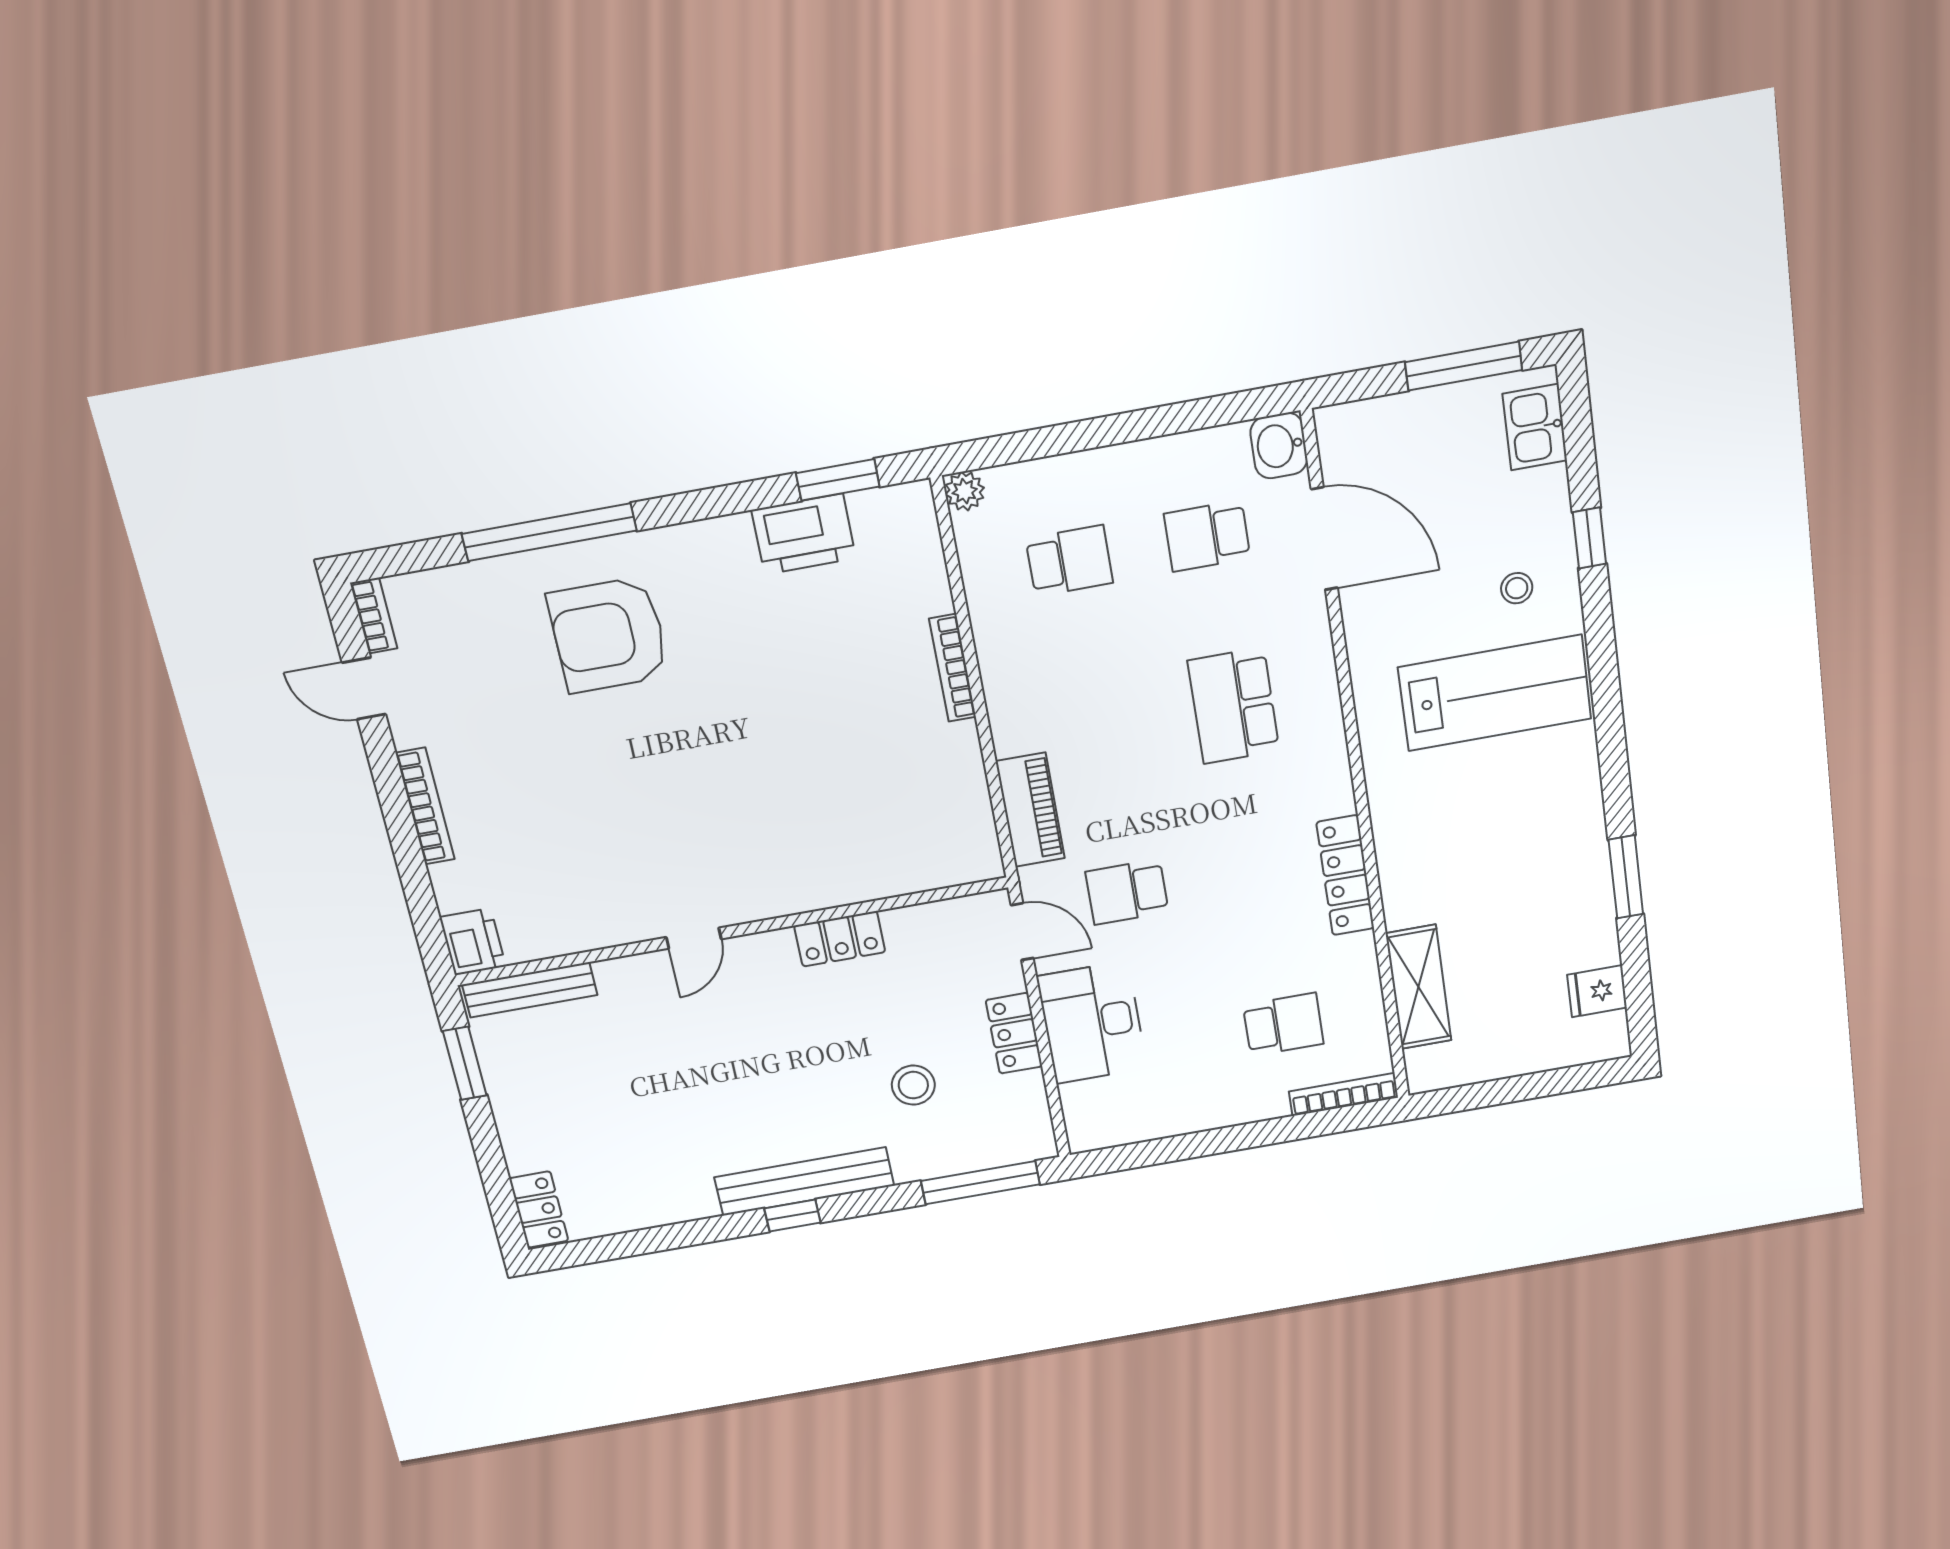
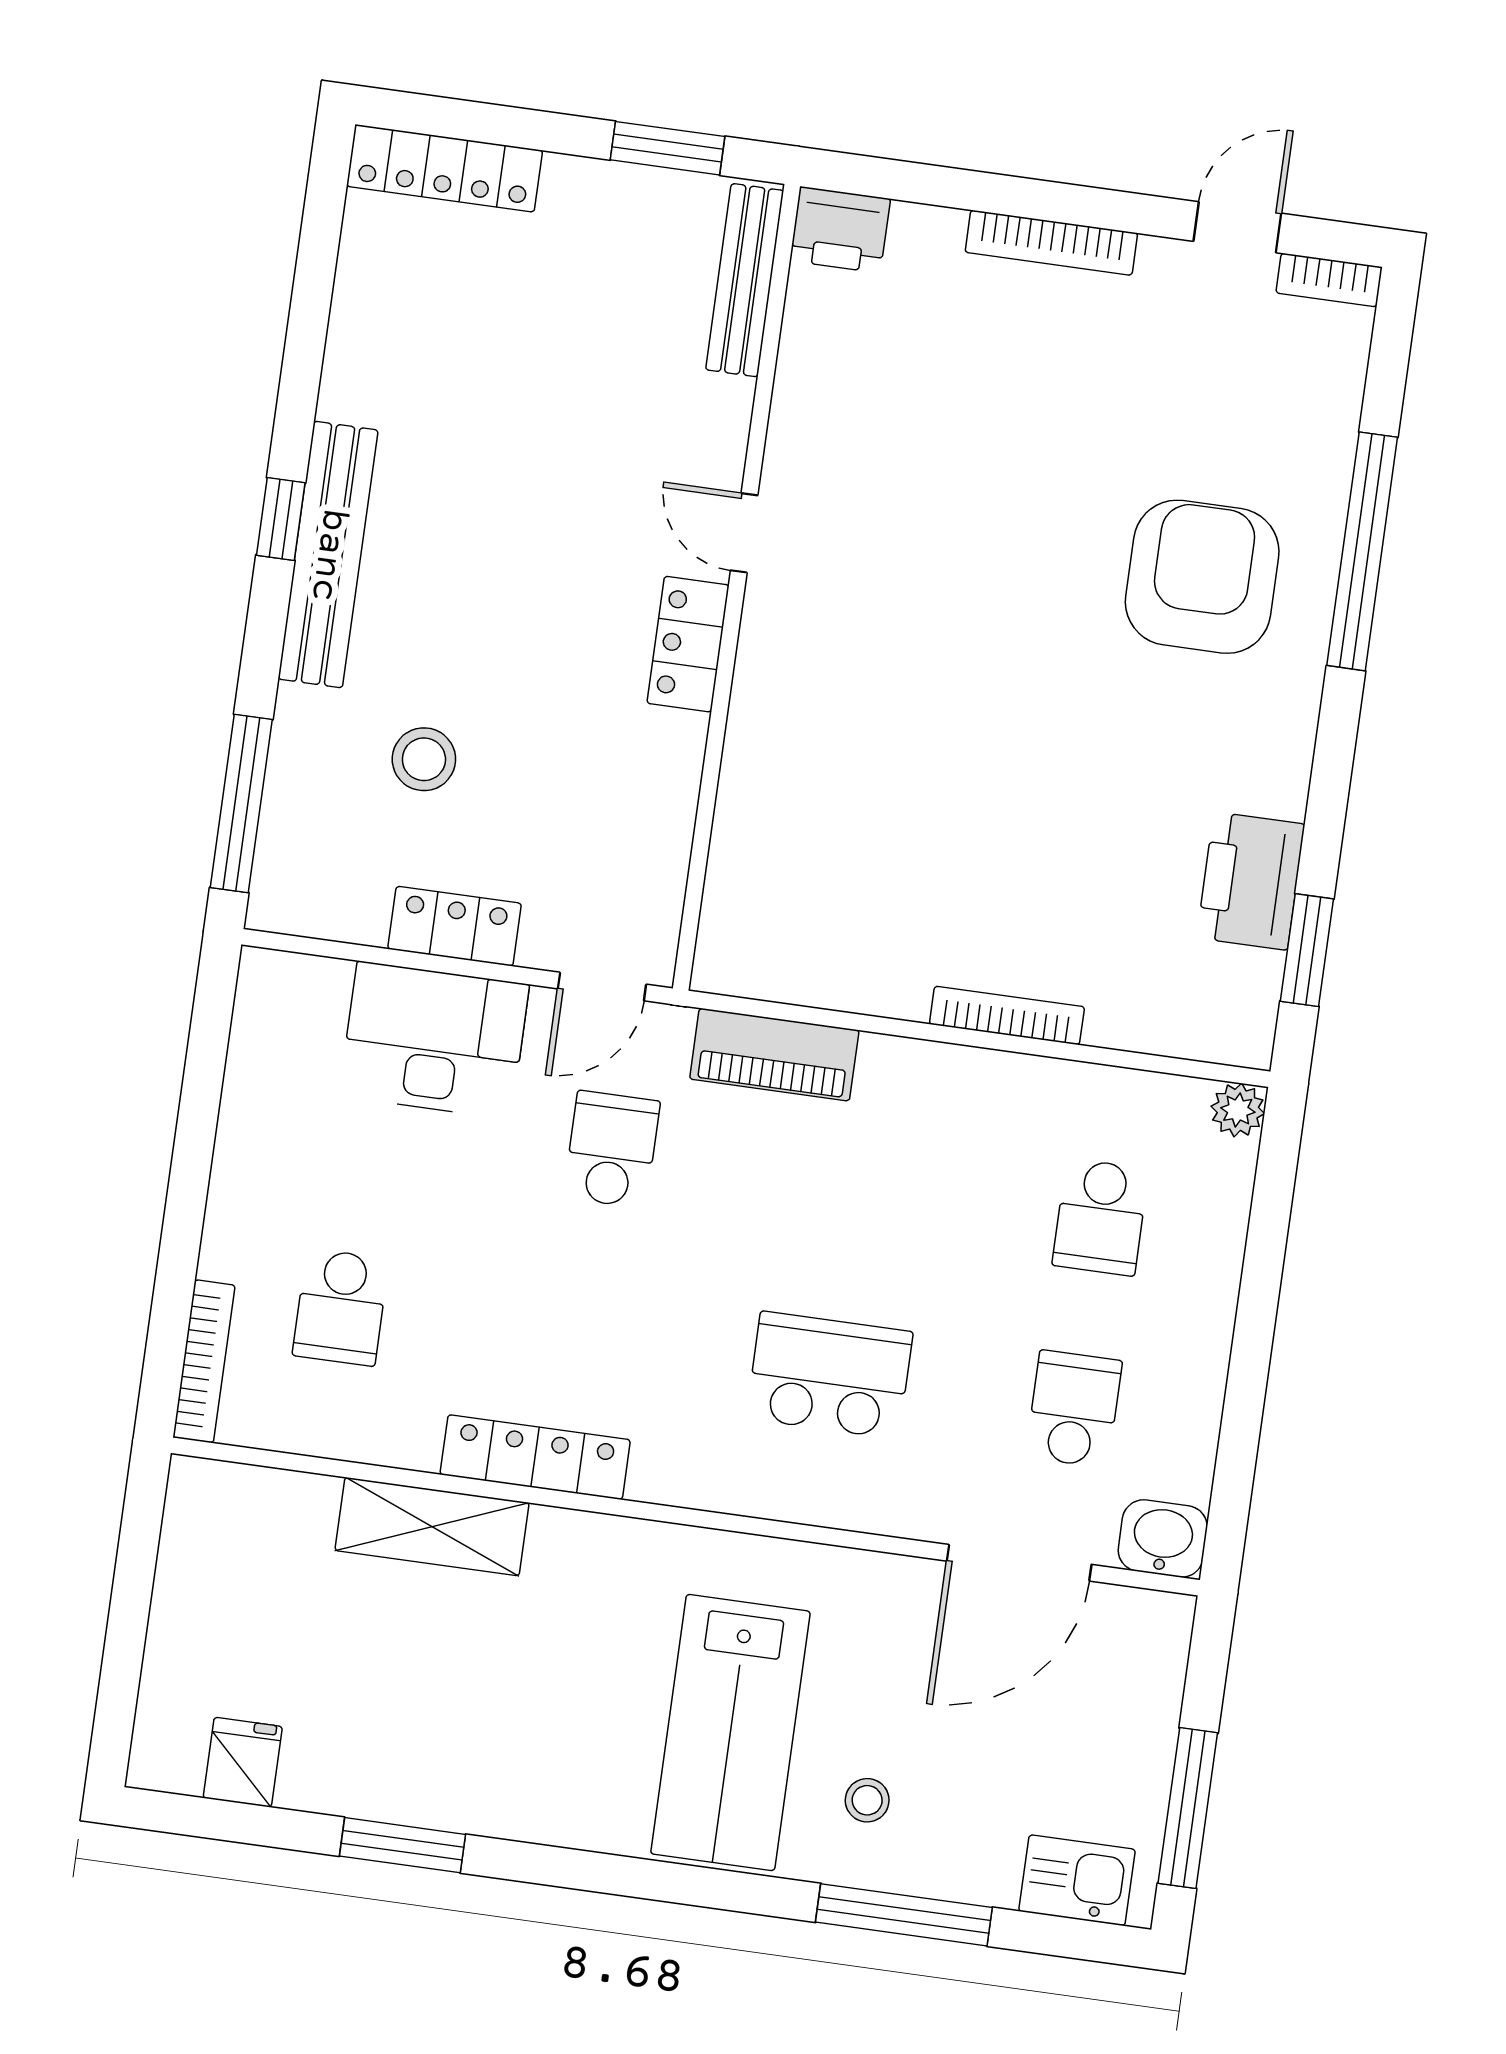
window: (1589, 538) -> (904, 1915), width x2.17
locker: (840, 939) -> (688, 644), moved
shelving: (1419, 987) -> (432, 1527), moved
locker: (539, 1210) -> (444, 168), width x1.53

